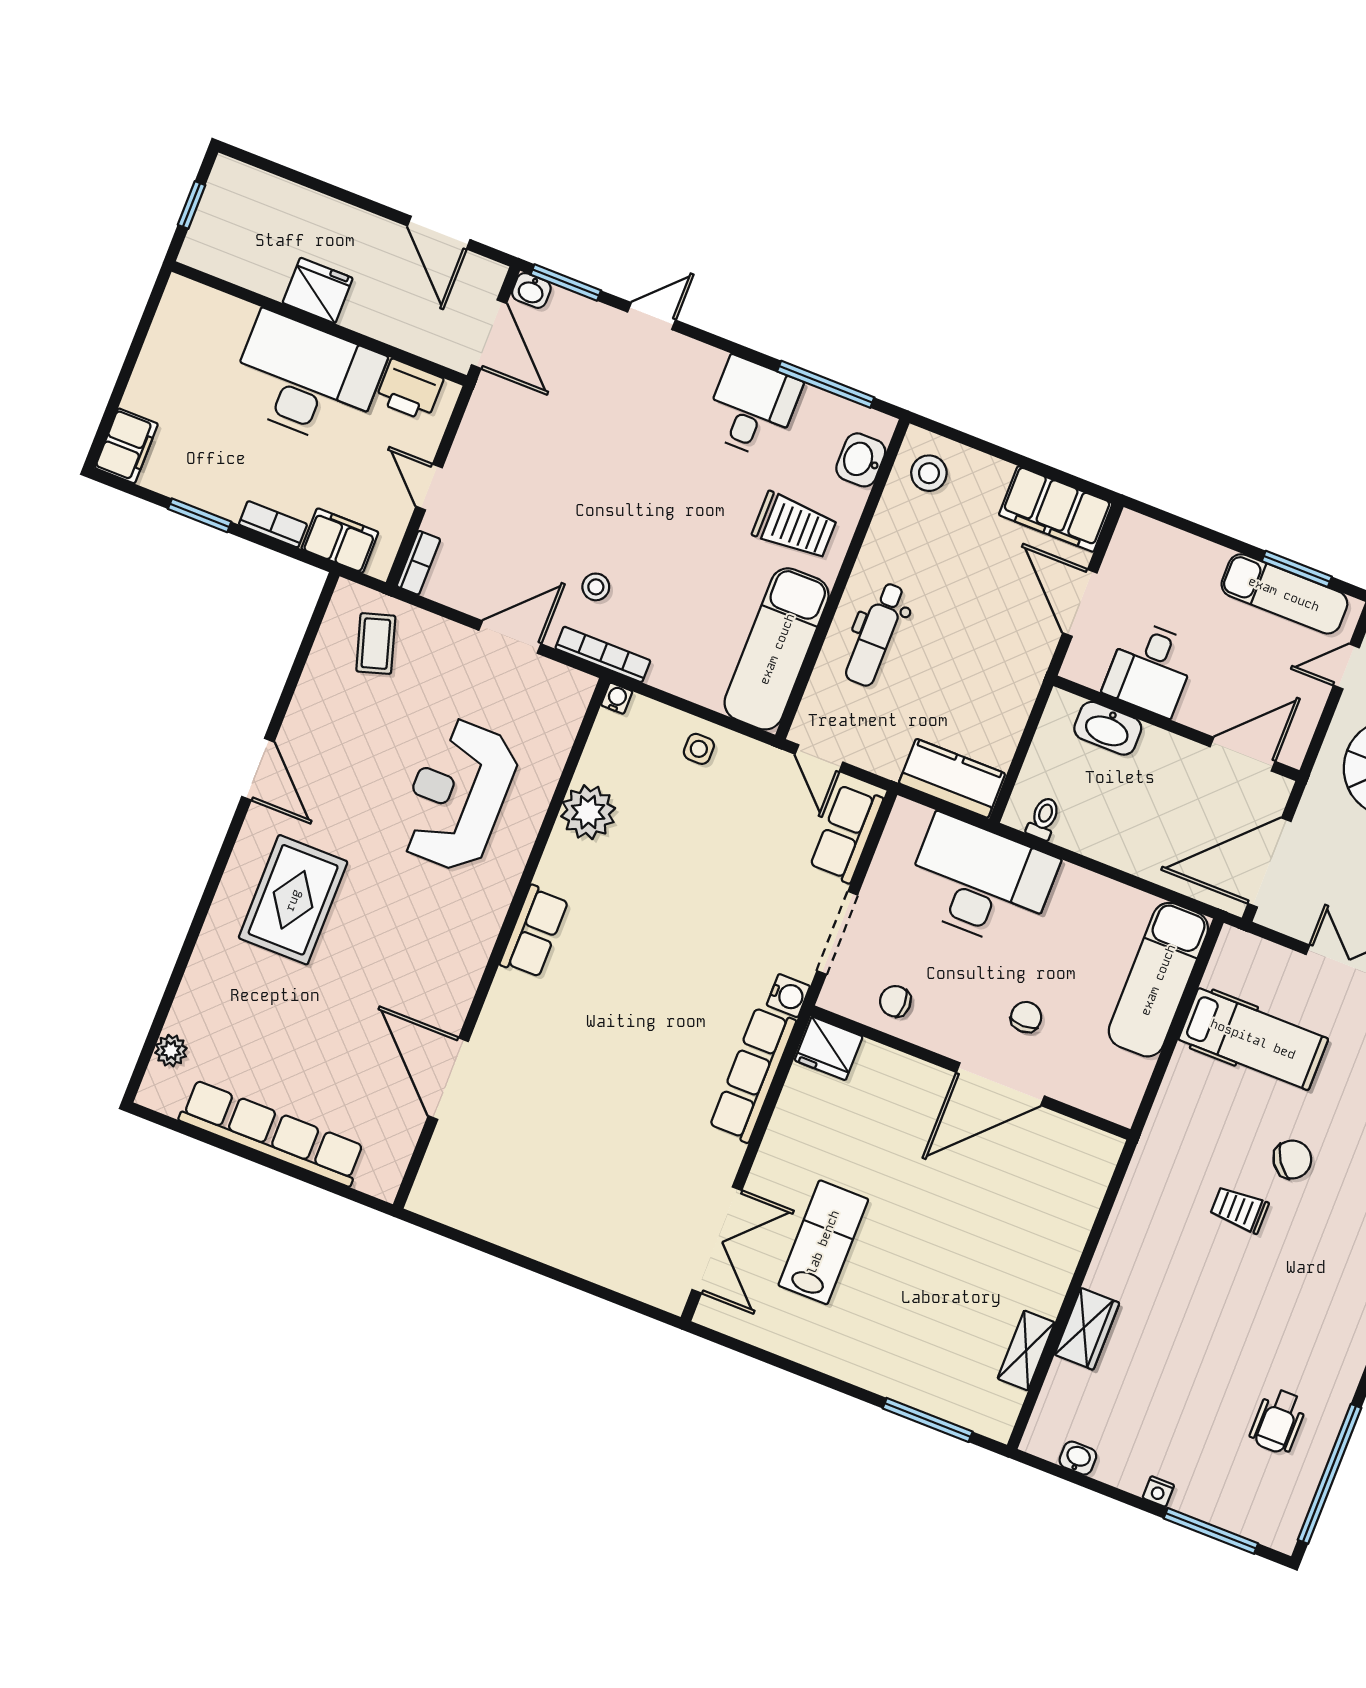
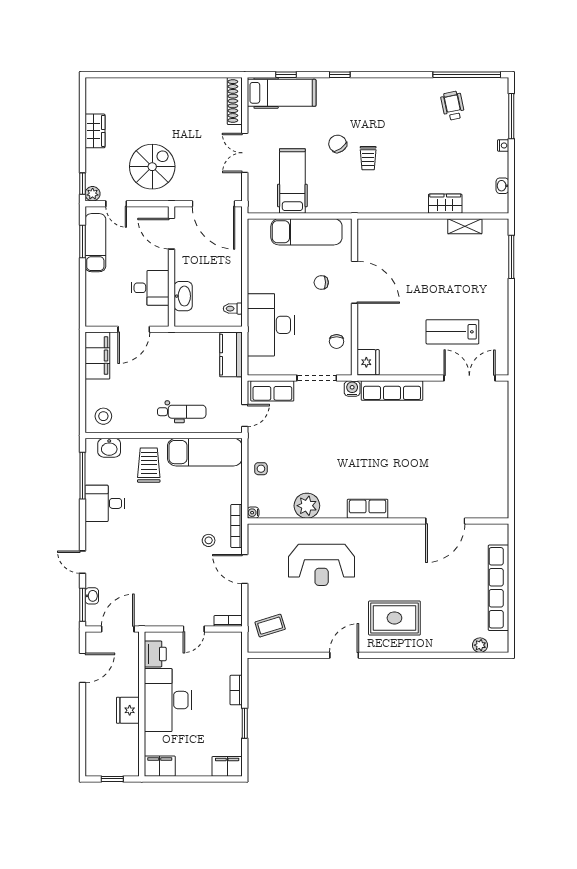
washbasin: (531, 290) -> (92, 596), moved
filing cabinet: (340, 541) -> (160, 766), moved, turned 90
exam couch: (1158, 980) -> (306, 232), moved
wheelchair: (1278, 1421) -> (453, 106), turned -102

